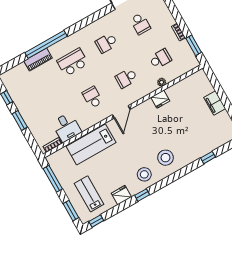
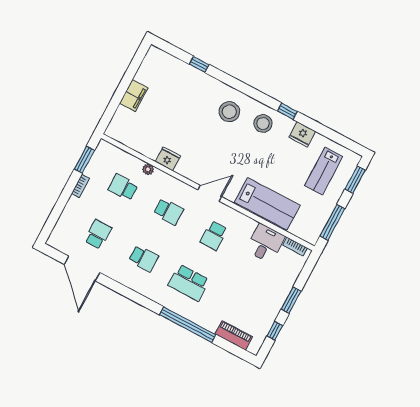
piano: (38, 60) -> (234, 335), moved
window: (96, 221) -> (349, 144), removed

